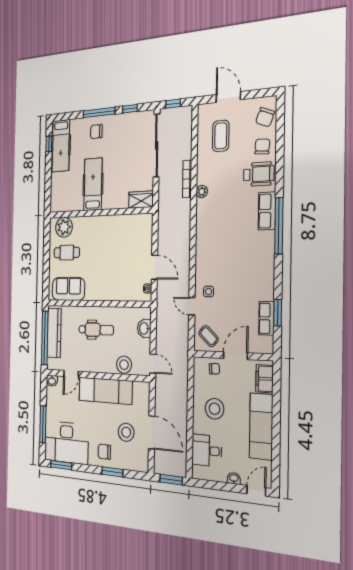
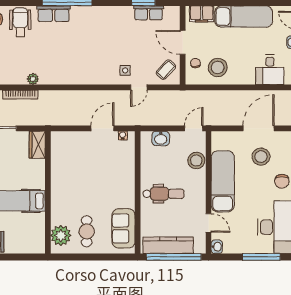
dental chair: (96, 330) -> (164, 194), turned 90
stool: (214, 409) -> (218, 67), moved

